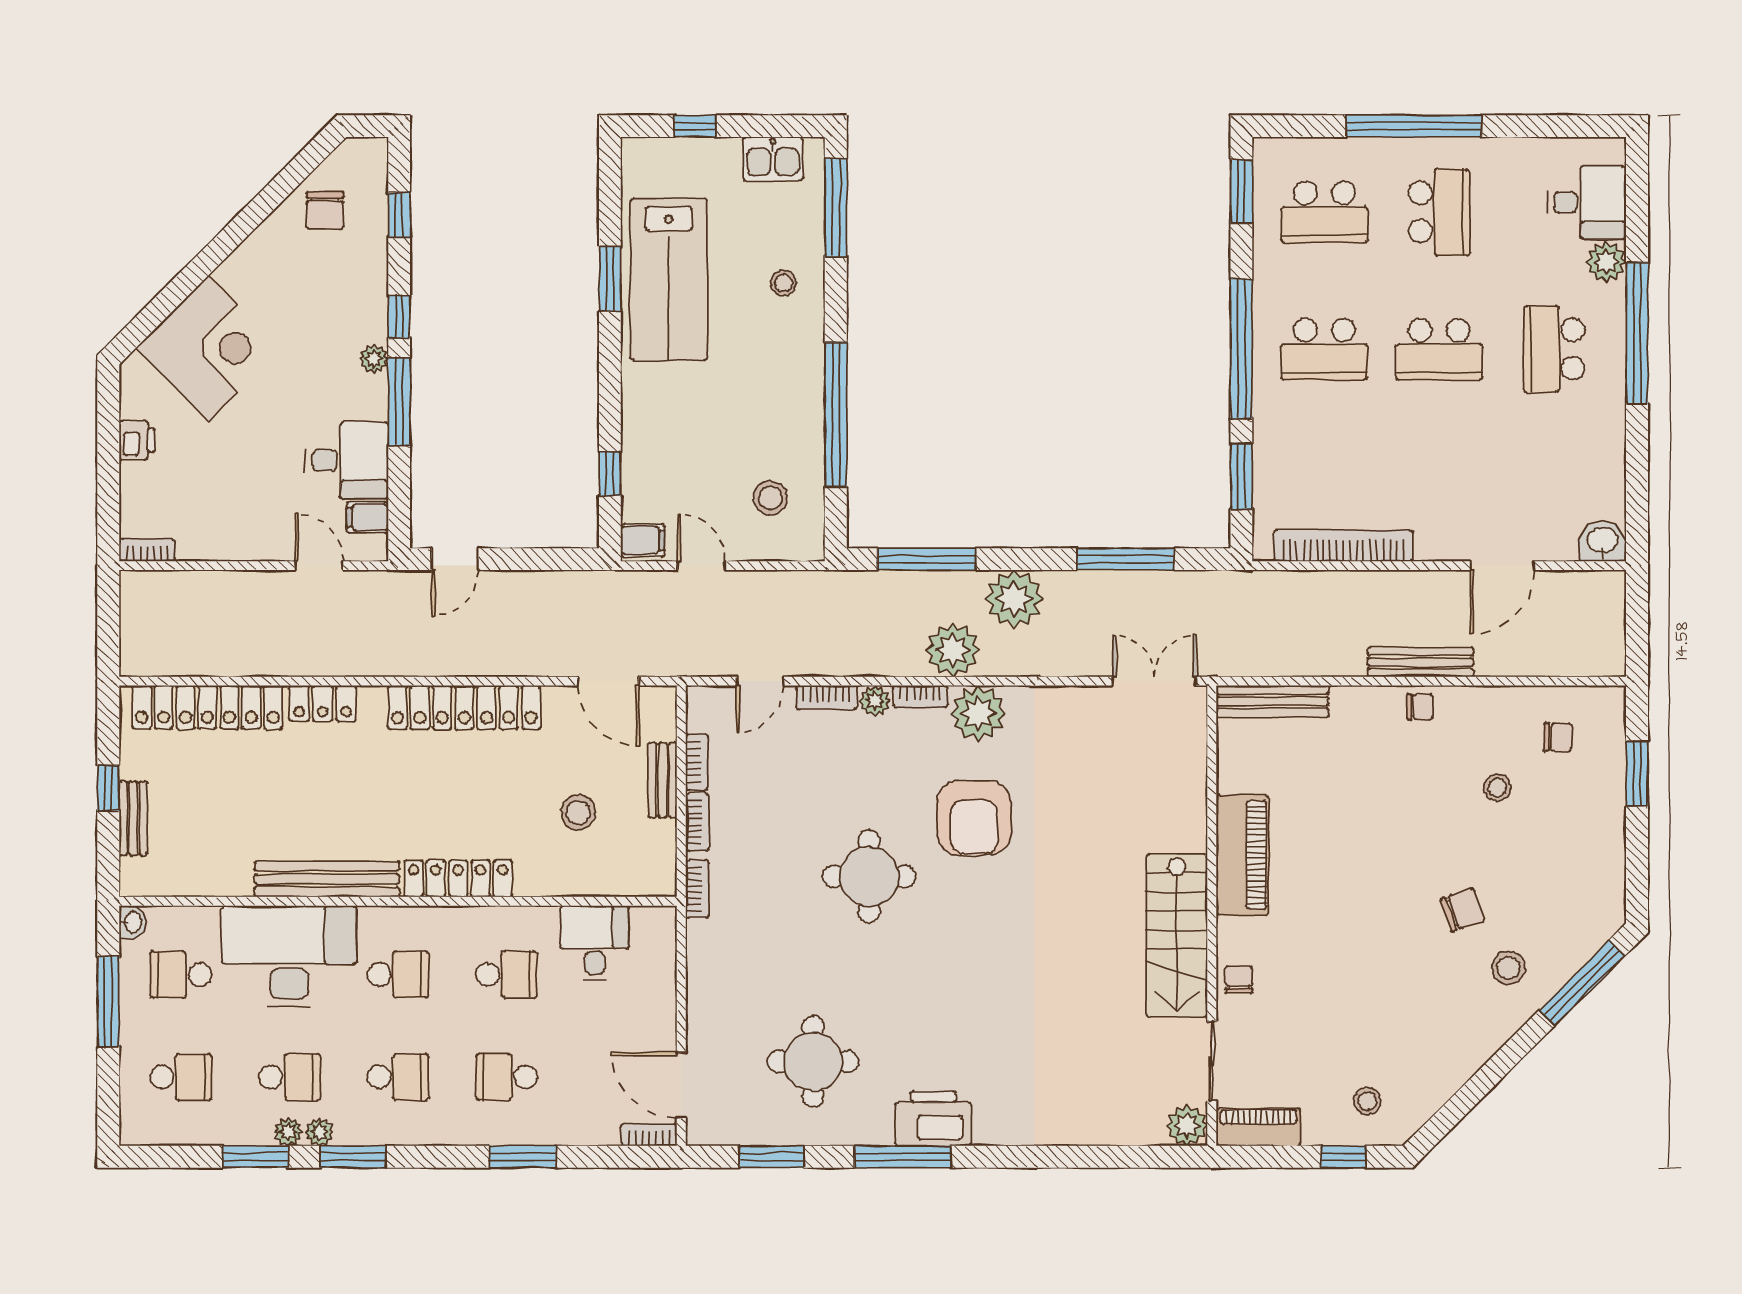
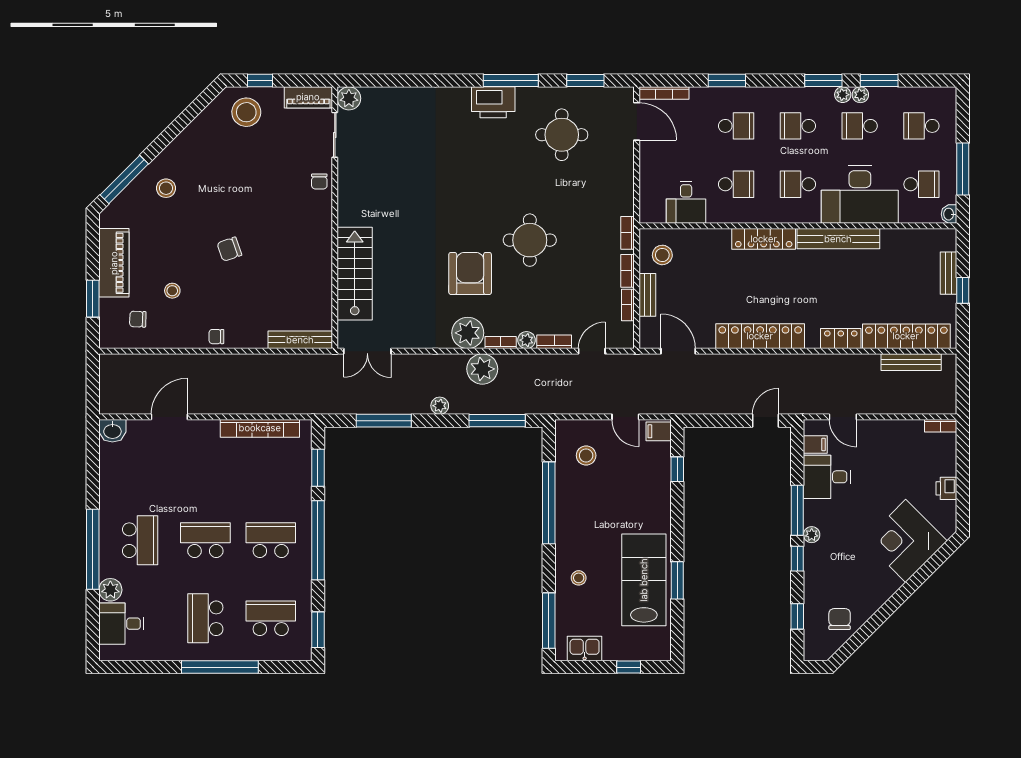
plant: (1014, 599) -> (440, 406), width x0.53, depth x0.53
bench: (1421, 662) -> (911, 362), moved
stool: (578, 812) -> (662, 255), moved
piano: (1242, 855) -> (114, 263), moved, turned 180
chair: (1463, 910) -> (229, 249), moved
stairs: (1177, 935) -> (355, 274), moved
school desk: (507, 975) -> (736, 184), turned 180
stool: (1367, 1101) -> (246, 112), width x1.89, depth x1.89
bookcase: (649, 1135) -> (664, 93), width x1.56

